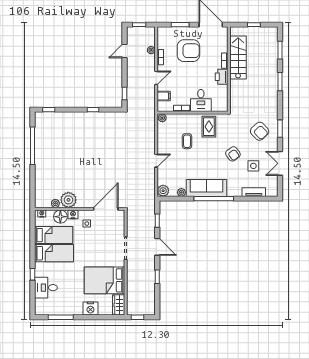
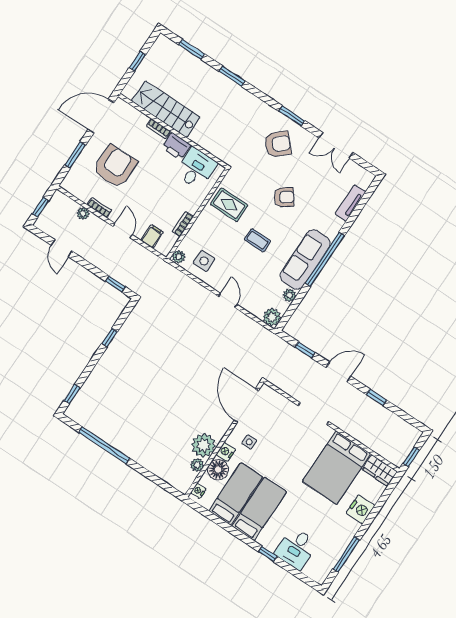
desk: (201, 100) -> (196, 168), moved, turned -90
coffee table: (187, 141) -> (258, 240), moved
side table: (253, 166) -> (204, 261), moved

